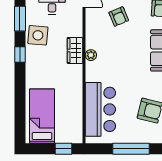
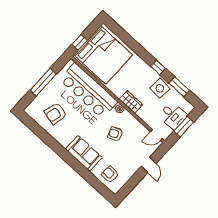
armchair: (119, 17) -> (115, 134), moved
bar counter: (100, 109) -> (89, 90), width x1.36
bed: (42, 116) -> (103, 55), width x2.04

